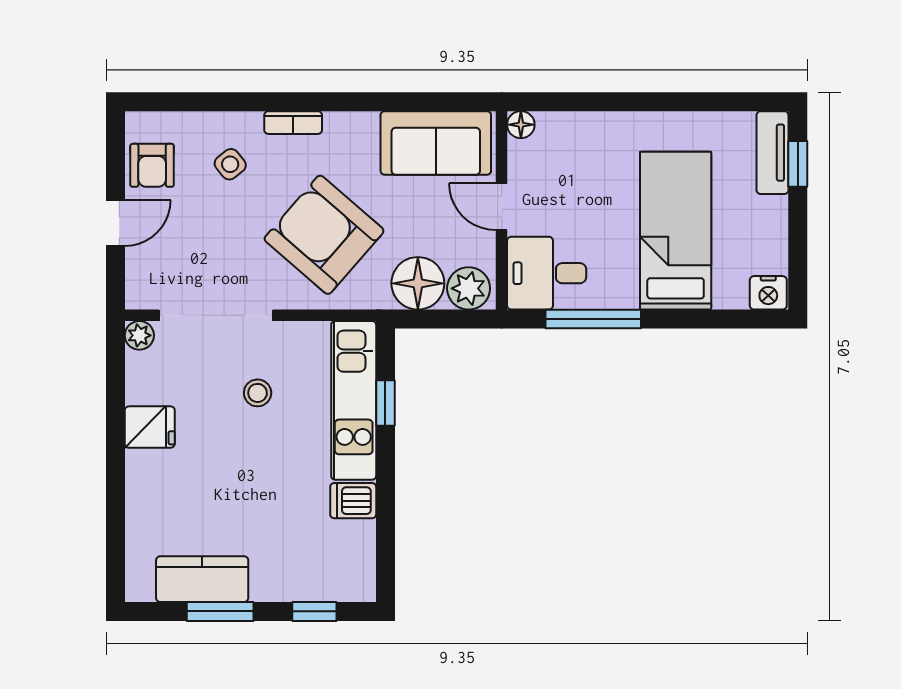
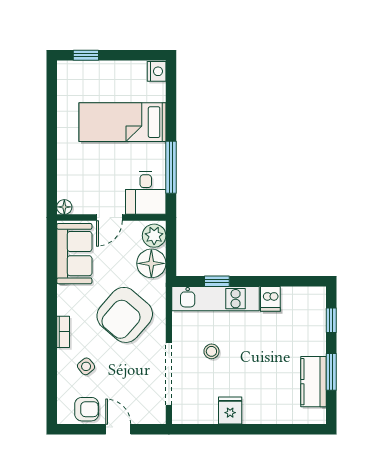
tv unit: (772, 153) -> (80, 69), removed
plant: (139, 335) -> (180, 416), removed

